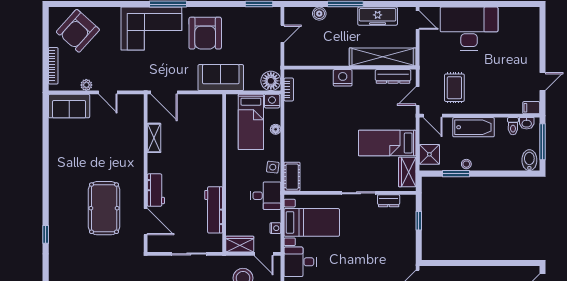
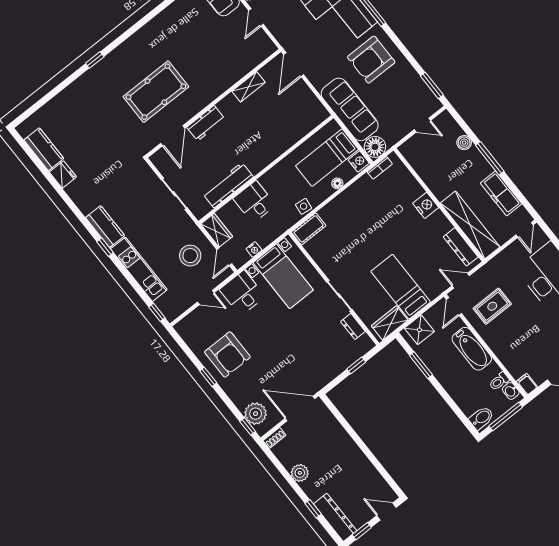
sofa: (221, 78) -> (350, 109), width x1.36
stool: (466, 164) -> (436, 367), removed
desk: (266, 196) -> (254, 202), moved, turned 180

